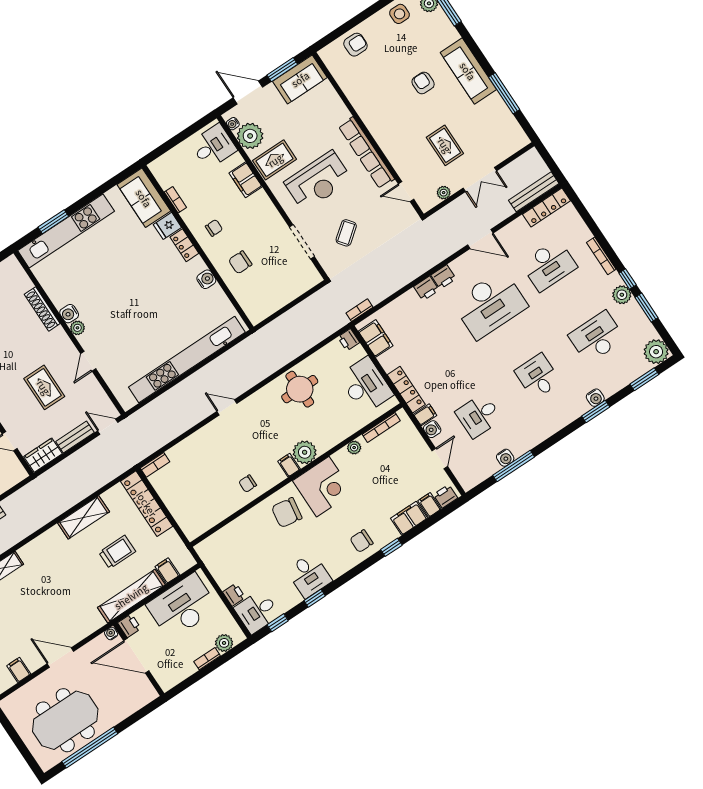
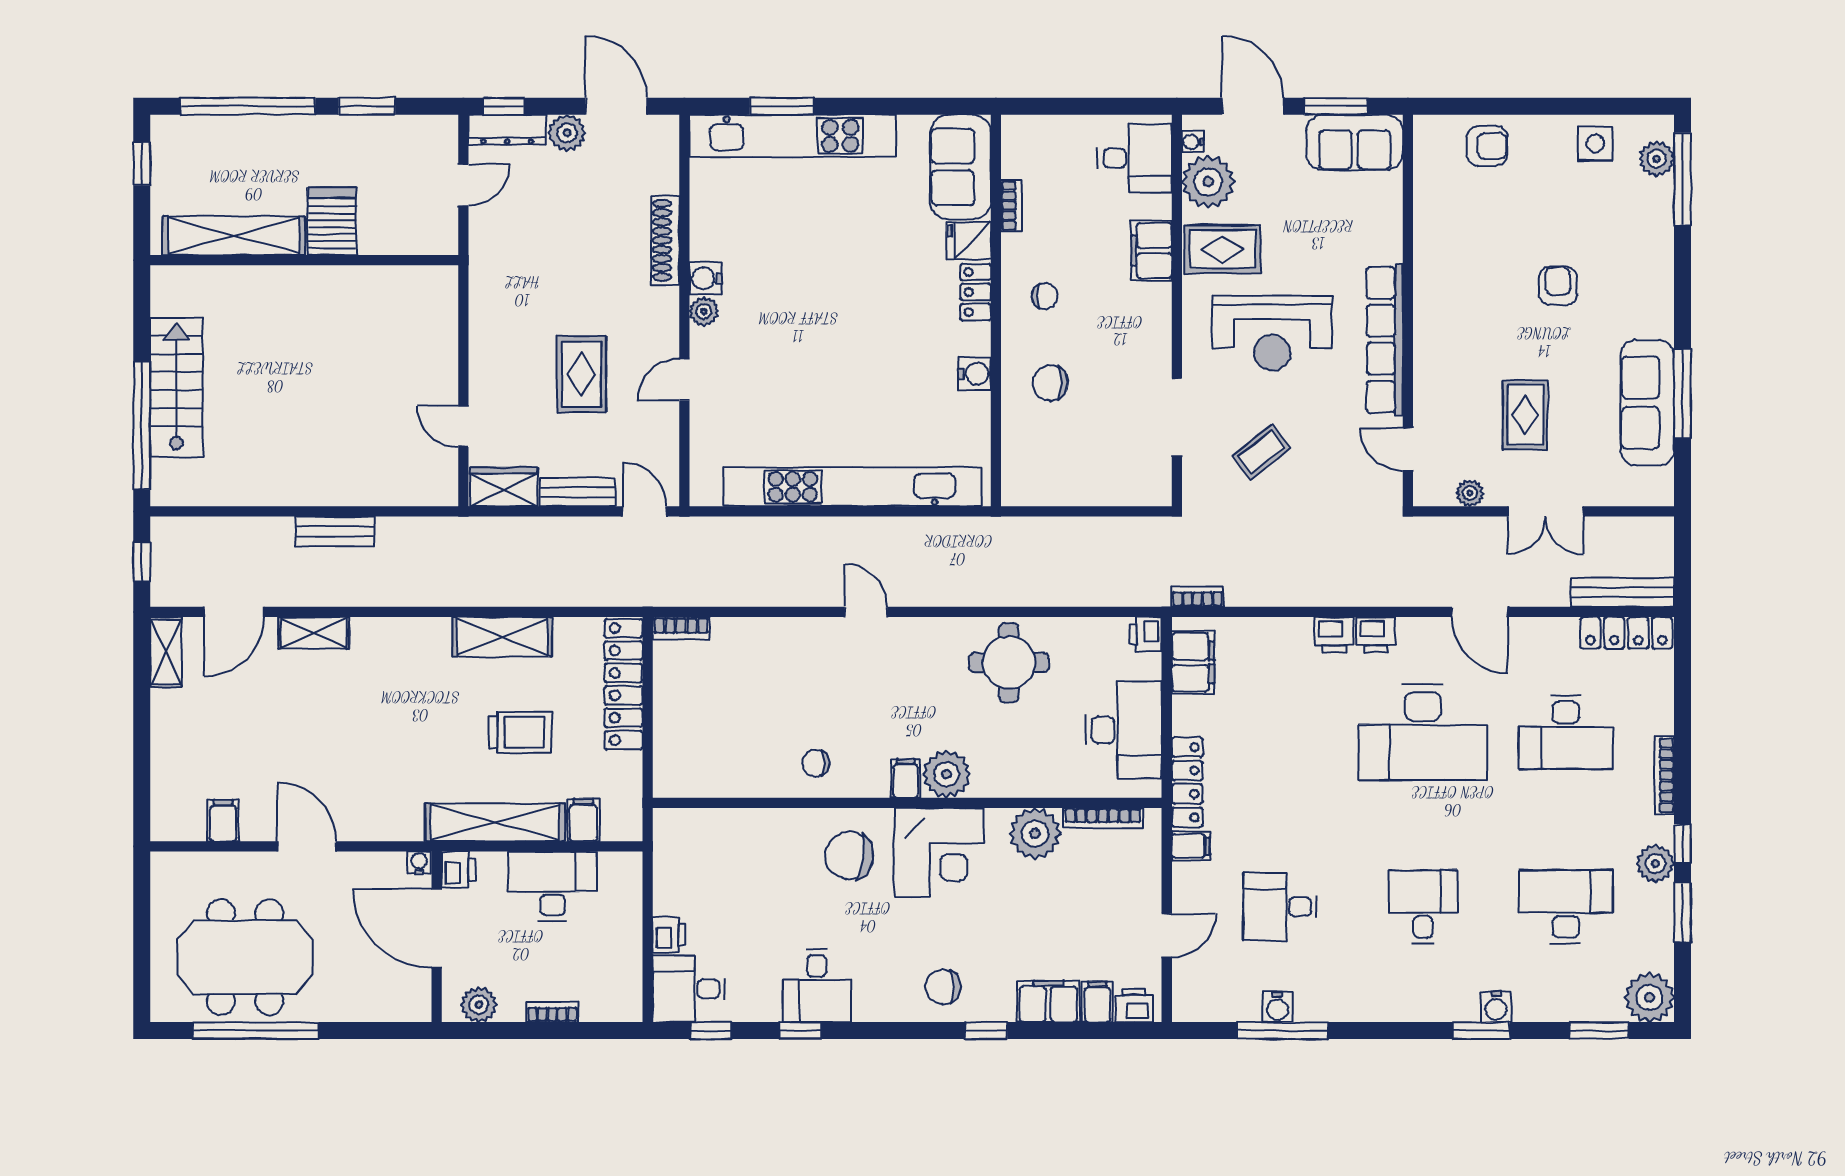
sofa: (468, 71) -> (1647, 403), moved
water cooler: (432, 429) -> (1187, 878), removed
plant: (354, 448) -> (1035, 833), width x1.87, depth x1.87
desk: (182, 606) -> (553, 886), width x0.73, depth x0.77
plant: (224, 643) -> (479, 1005), moved

